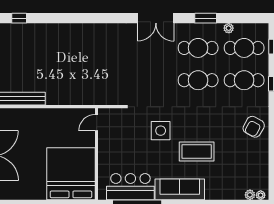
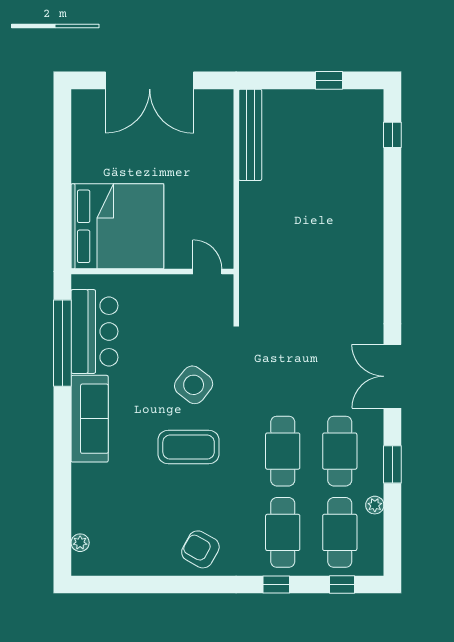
side table: (161, 131) -> (194, 385), turned 38
coffee table: (197, 151) -> (189, 447), moved, turned 90
plant: (261, 195) -> (79, 562), removed

